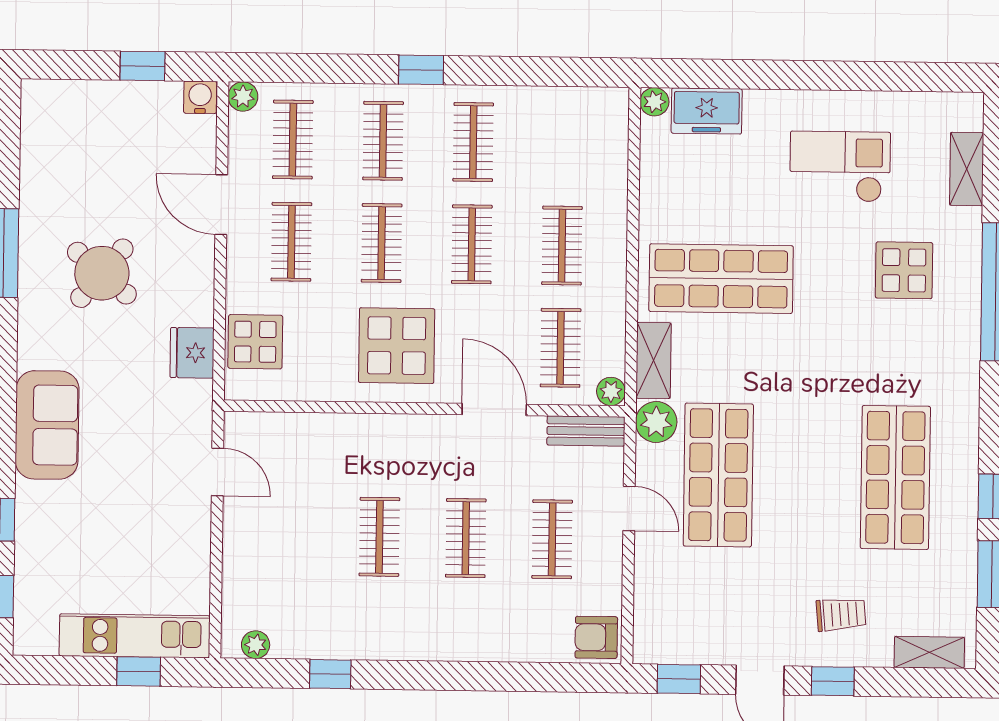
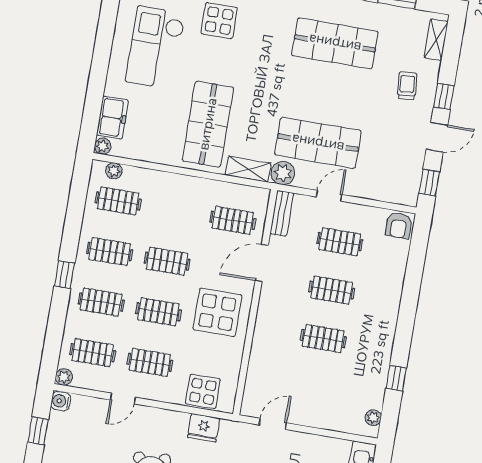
checkout: (840, 167) -> (155, 47), width x1.36, depth x1.21
door: (221, 205) -> (123, 399), width x0.73
clothes rail: (562, 246) -> (118, 201), moved
plant: (611, 391) -> (114, 171), moved

